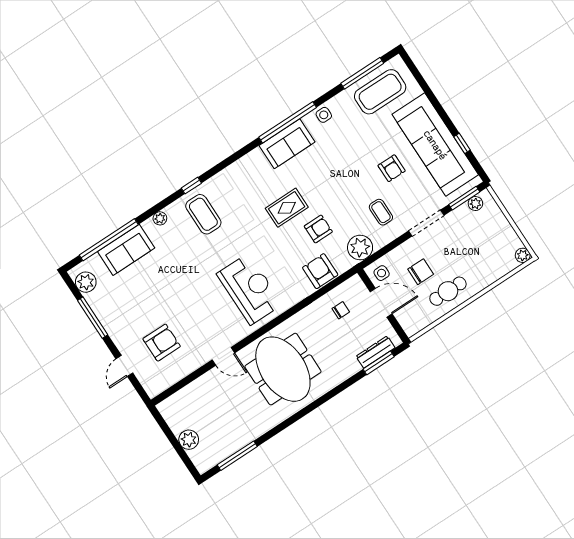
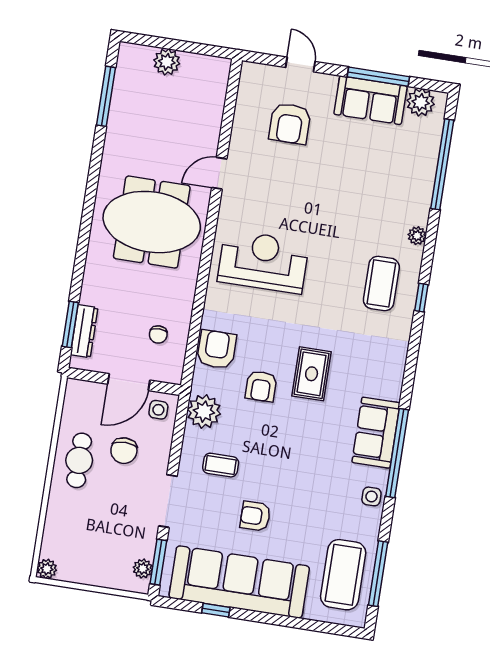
coffee table: (203, 214) -> (381, 283), turned 90
sofa: (126, 250) -> (370, 100), moved, turned -90
armchair: (320, 271) -> (217, 349), turned -90
reception desk: (250, 289) -> (263, 262), turned 180

